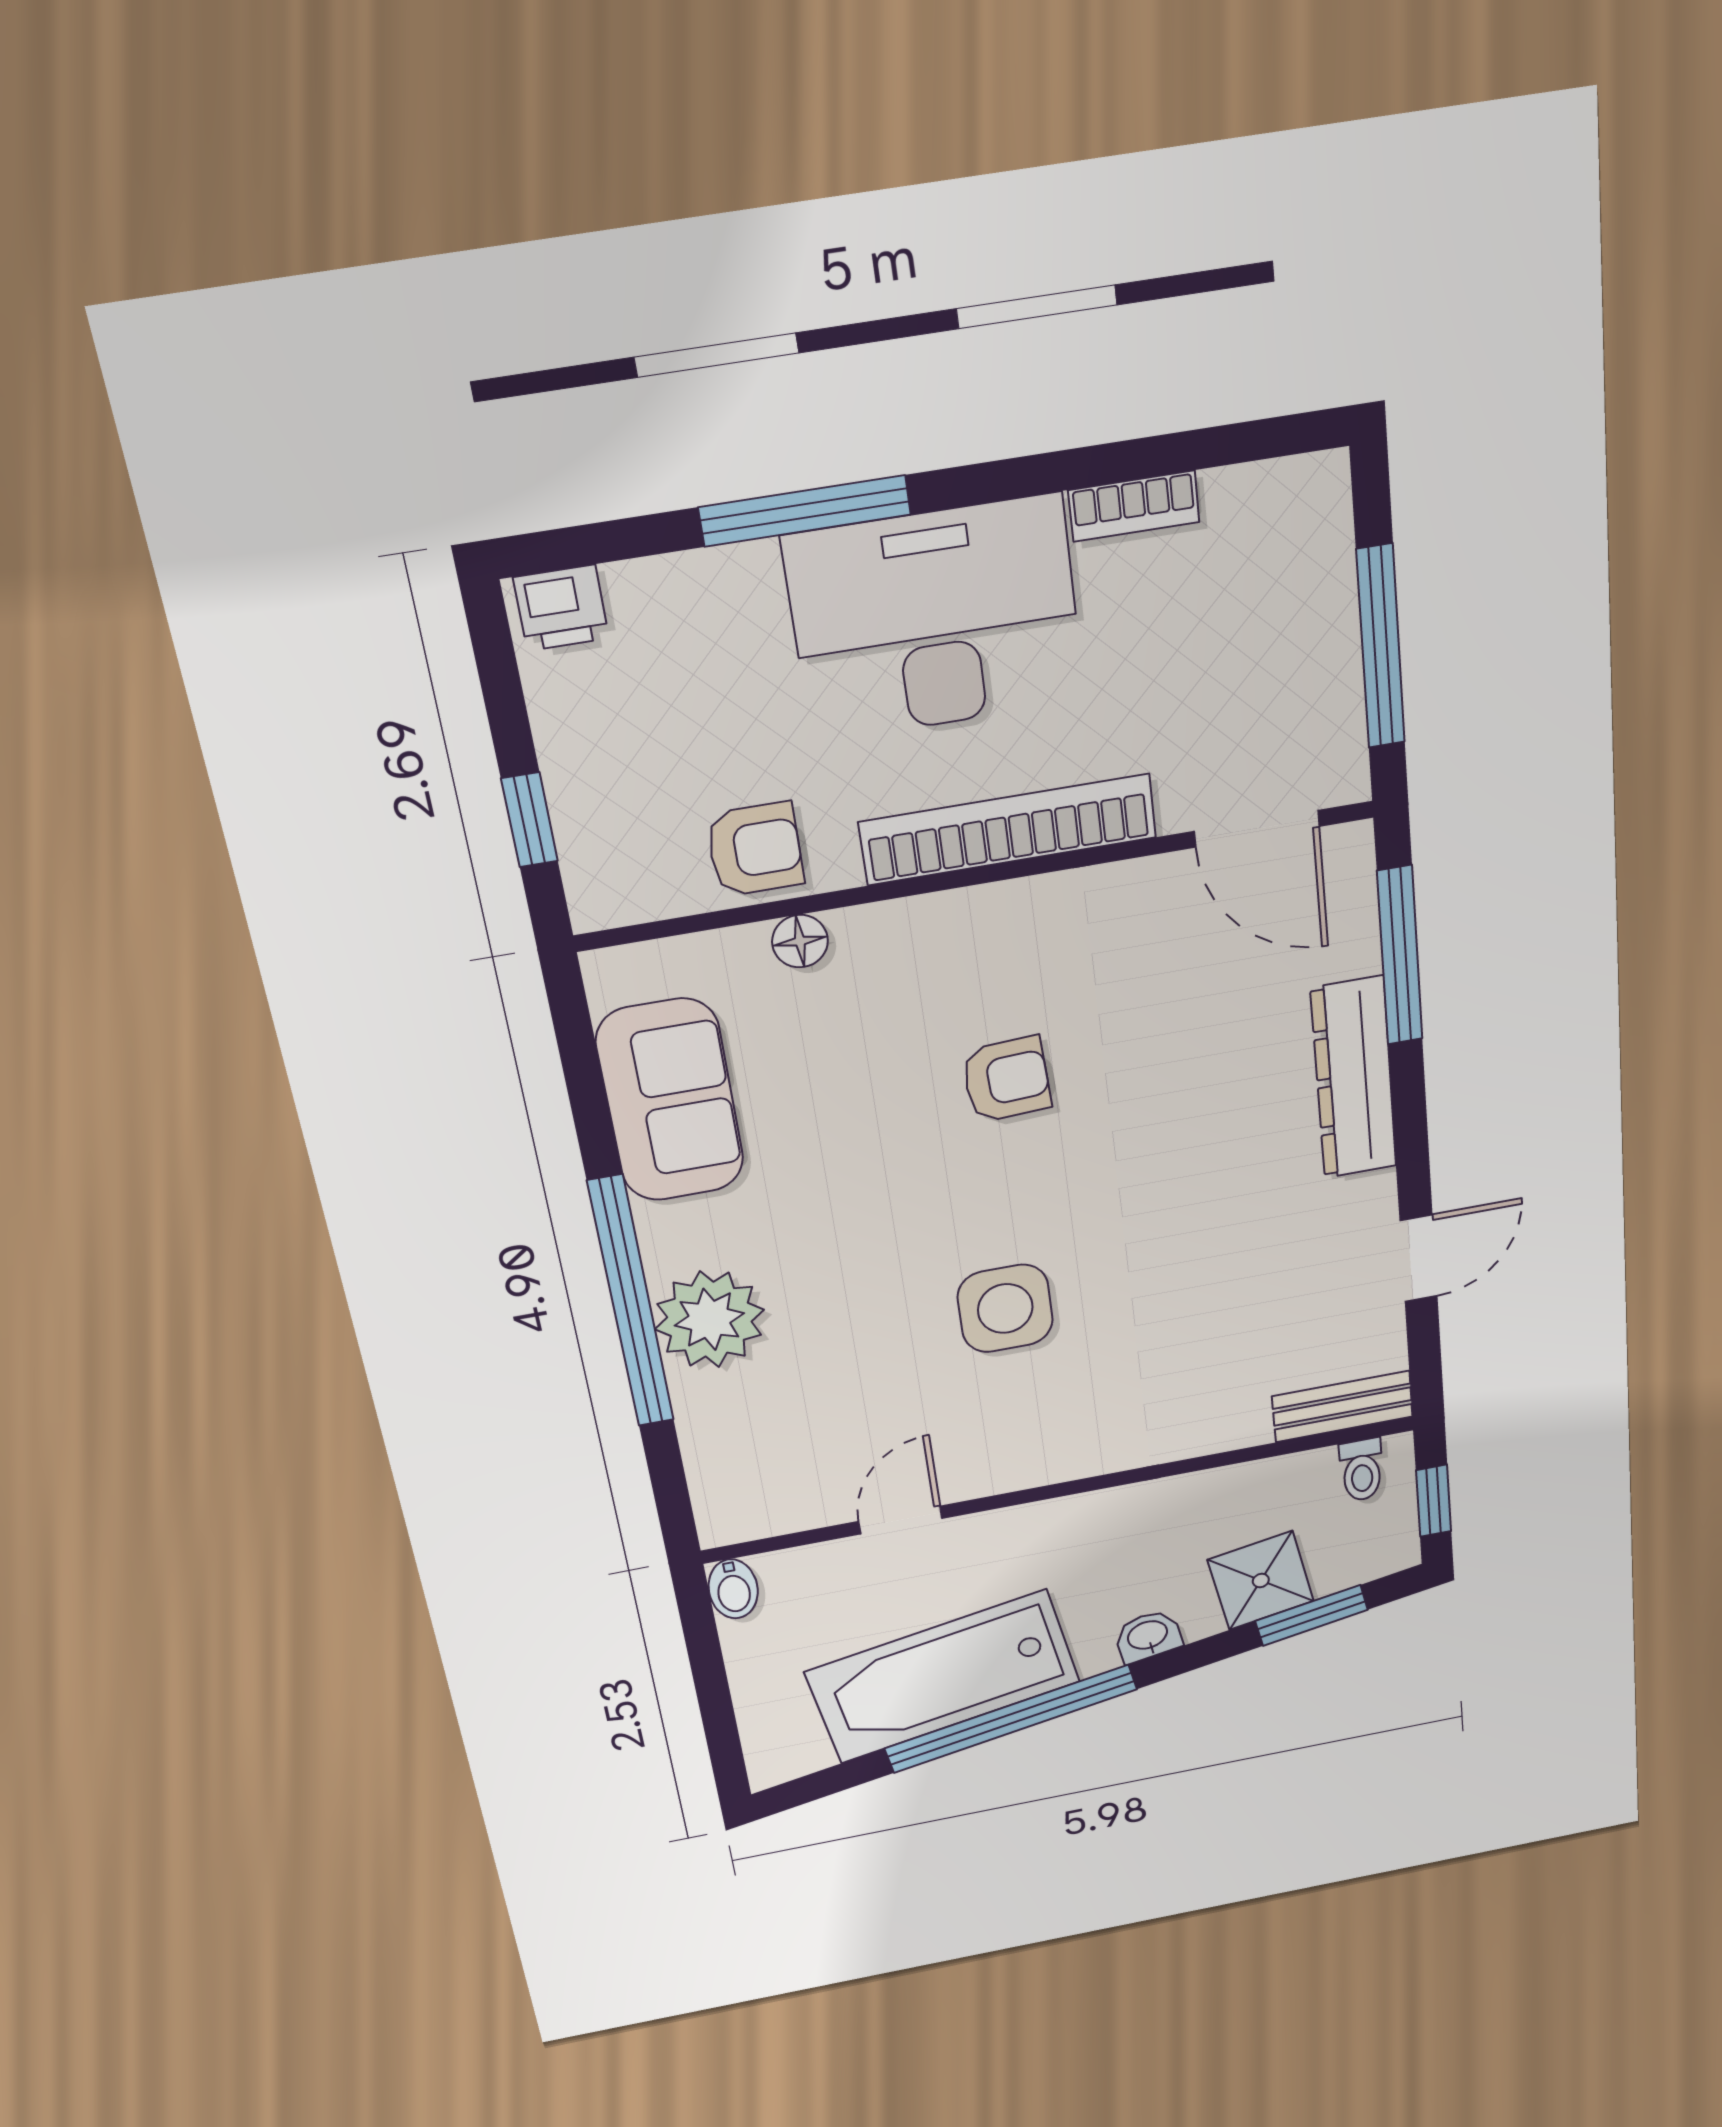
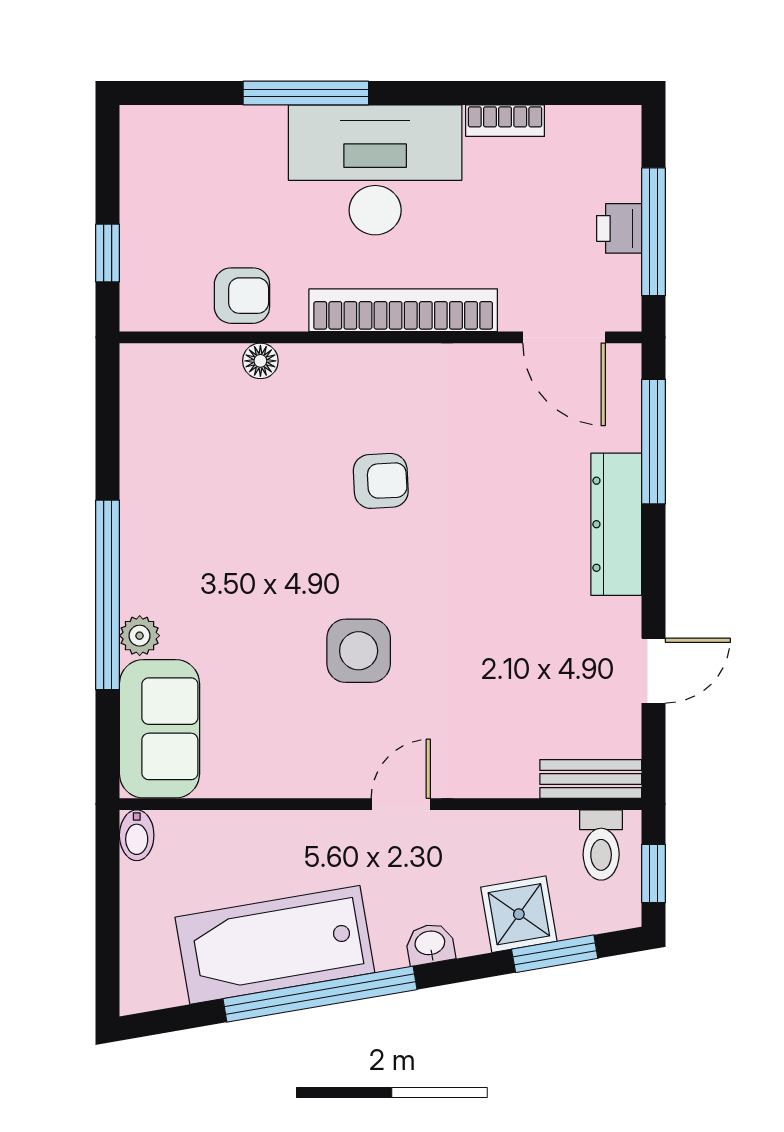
printer: (561, 608) -> (619, 228), moved, turned 90
sofa: (670, 1100) -> (159, 729), moved
plant: (709, 1319) -> (140, 636), width x0.53, depth x0.53
toilet: (1362, 1470) -> (601, 845), width x1.37, depth x1.39
door: (900, 1520) -> (401, 804), moved

